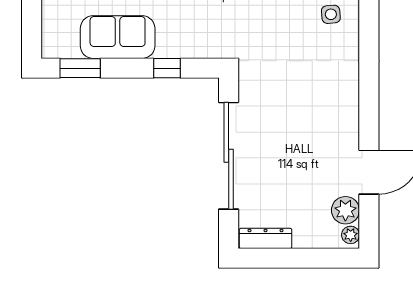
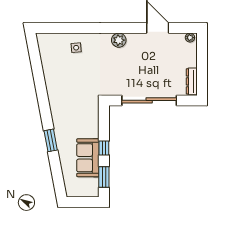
window: (167, 68) -> (104, 148), moved
plant: (345, 210) -> (119, 40), moved

